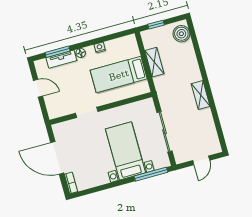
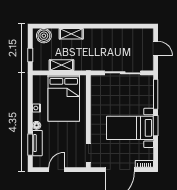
bed: (119, 75) -> (64, 98), width x1.50
shelving: (201, 95) -> (71, 34), moved
doorway: (87, 112) -> (88, 153), moved
bed with nightstands: (125, 151) -> (130, 128), moved
window: (116, 184) -> (156, 126), added

